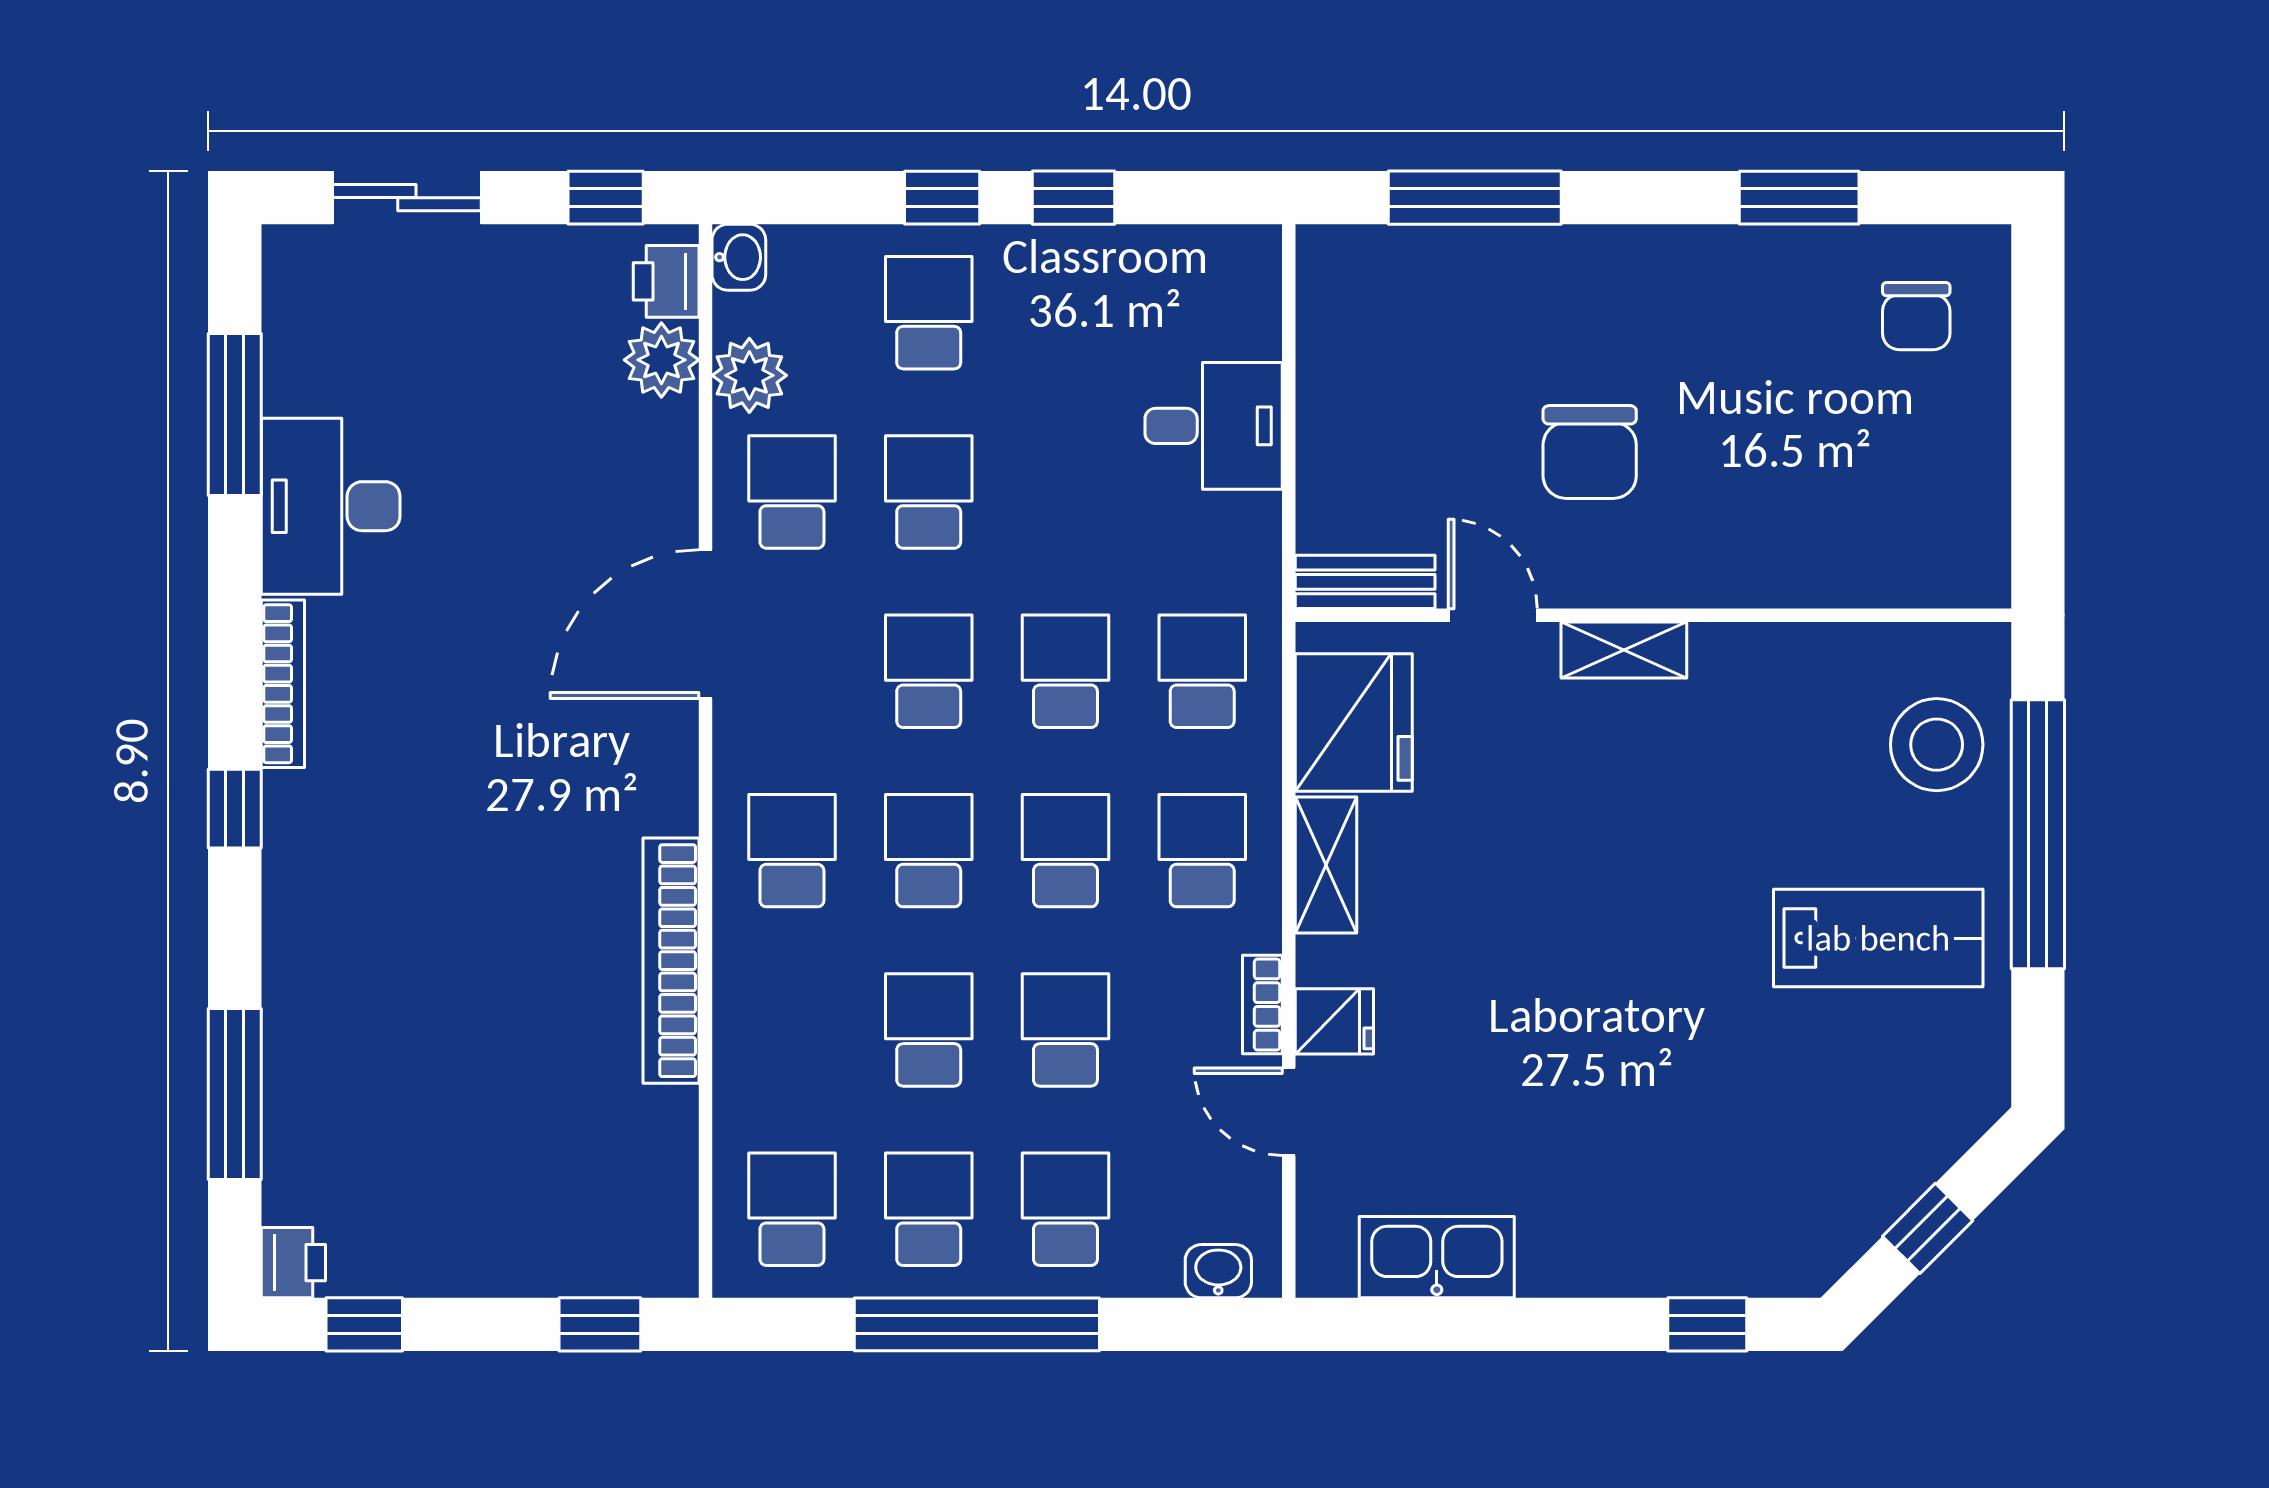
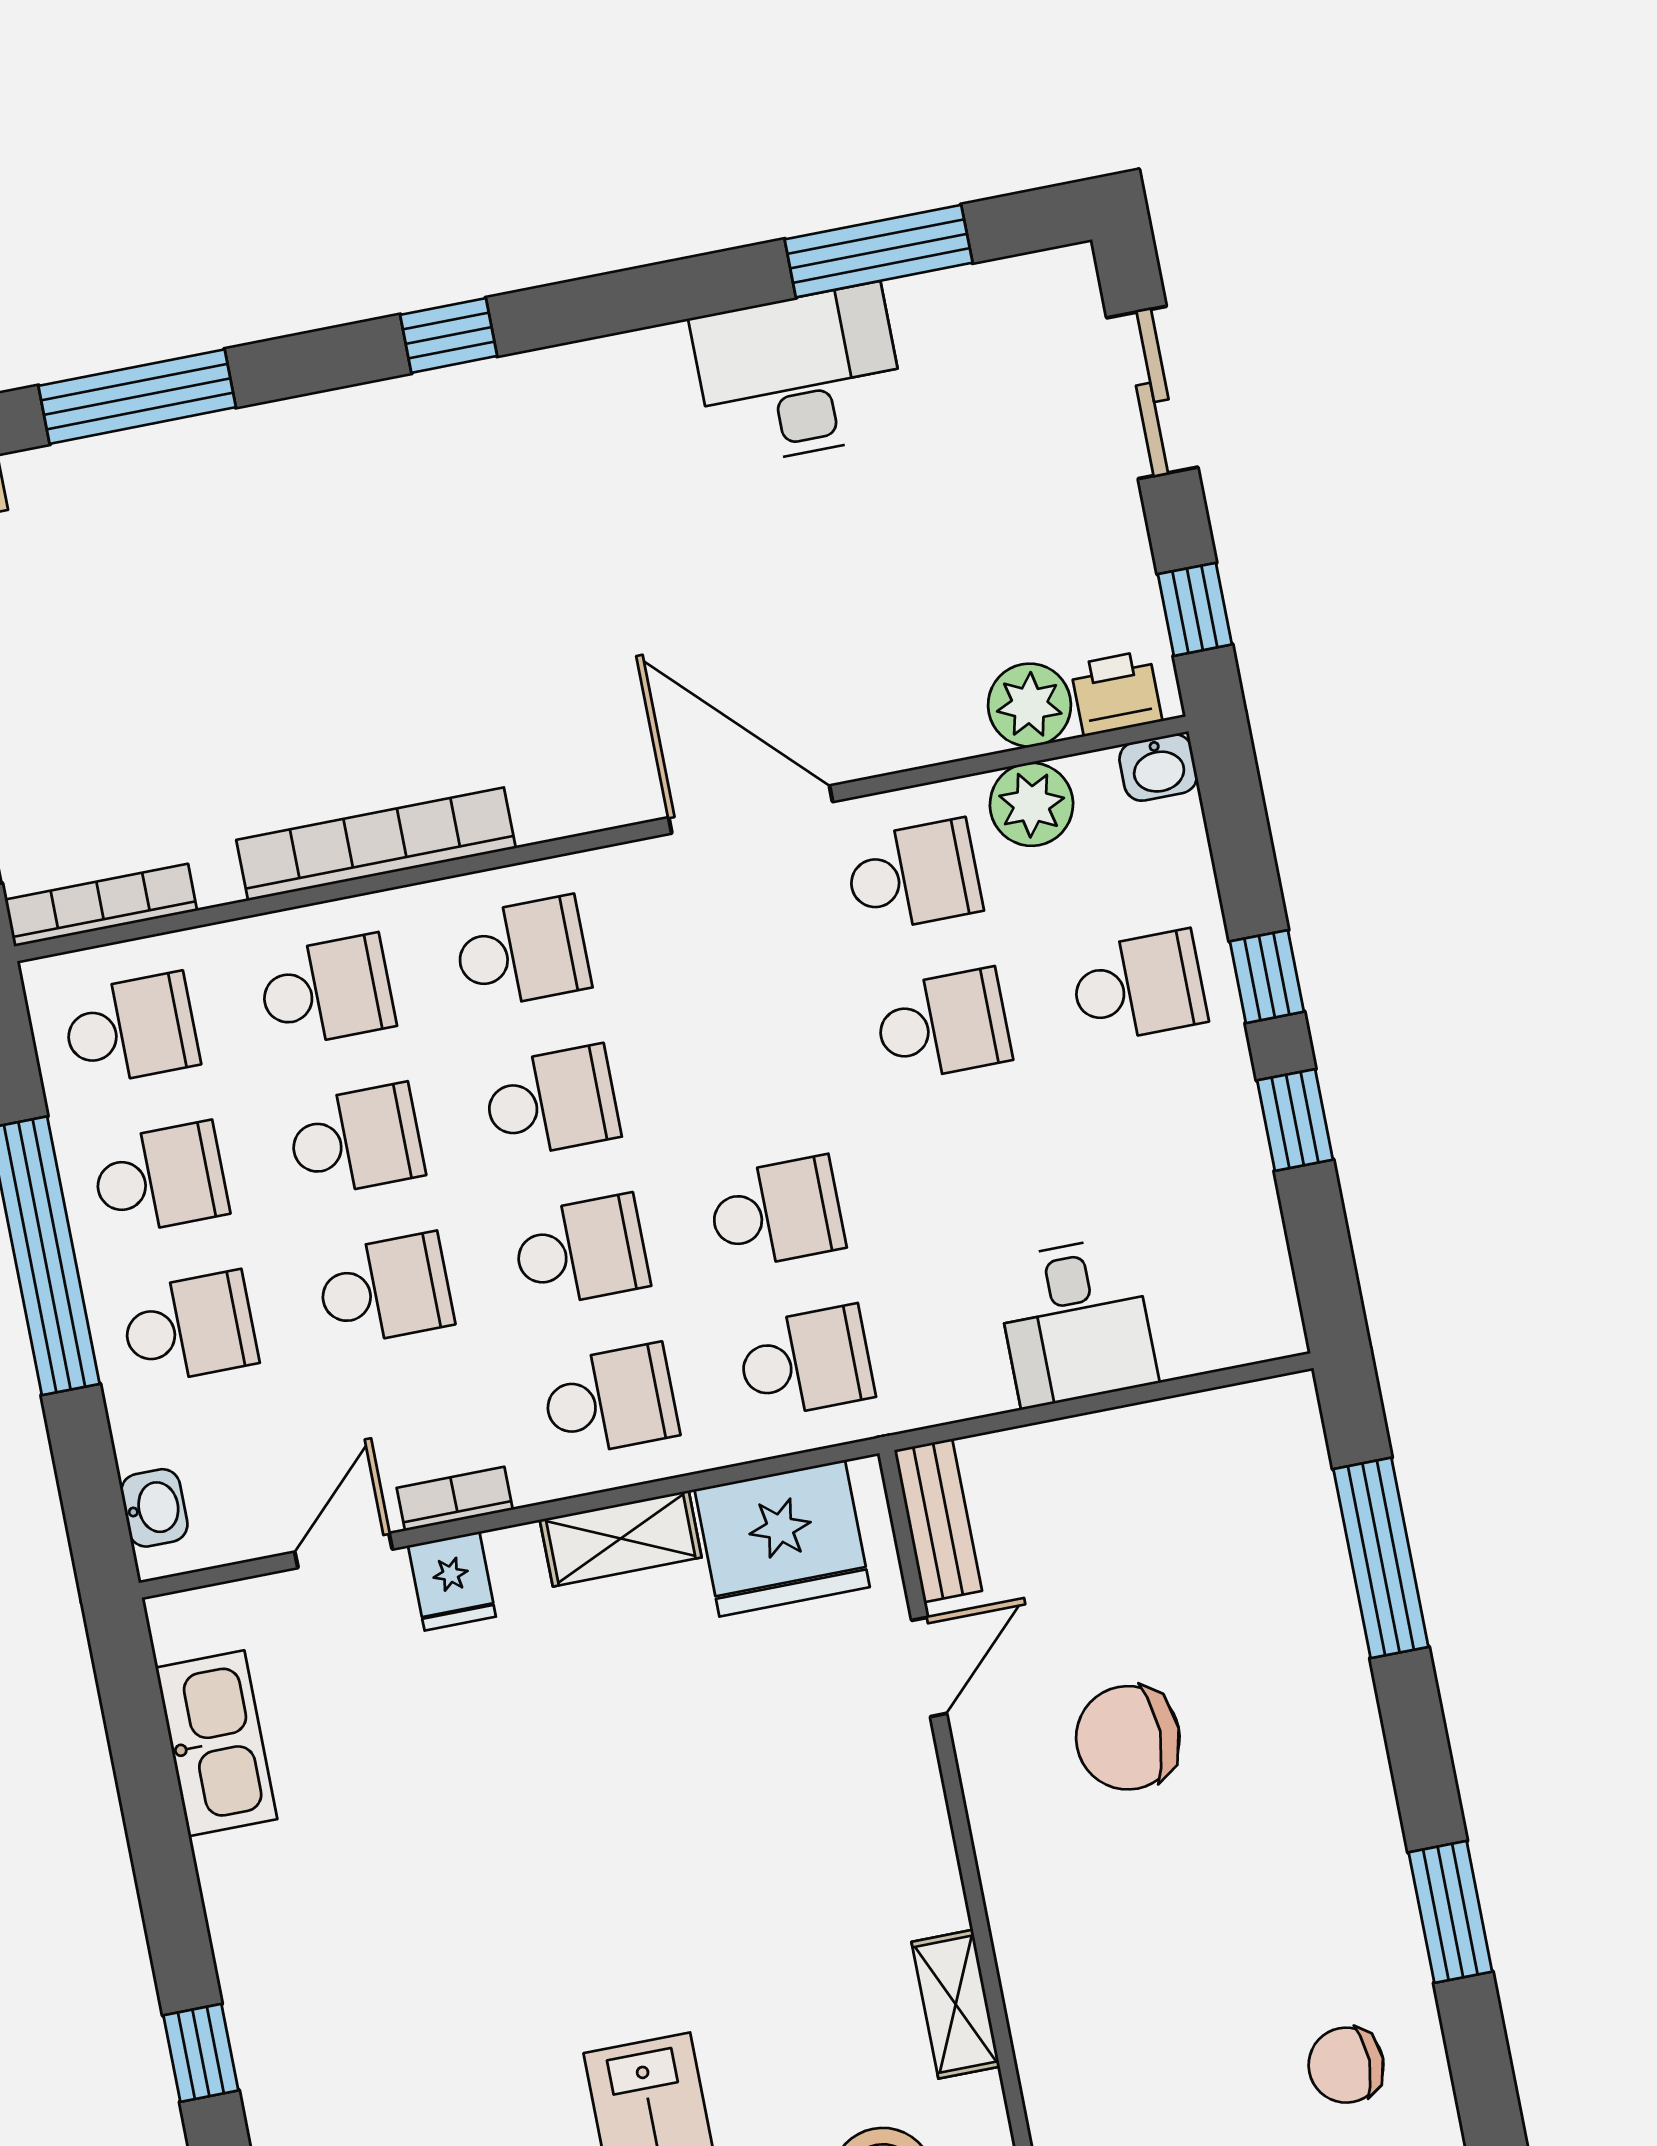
shelving: (1624, 650) -> (956, 2004), moved
school desk: (929, 671) -> (326, 991), moved
bookcase: (283, 684) -> (101, 905), moved, turned 180

